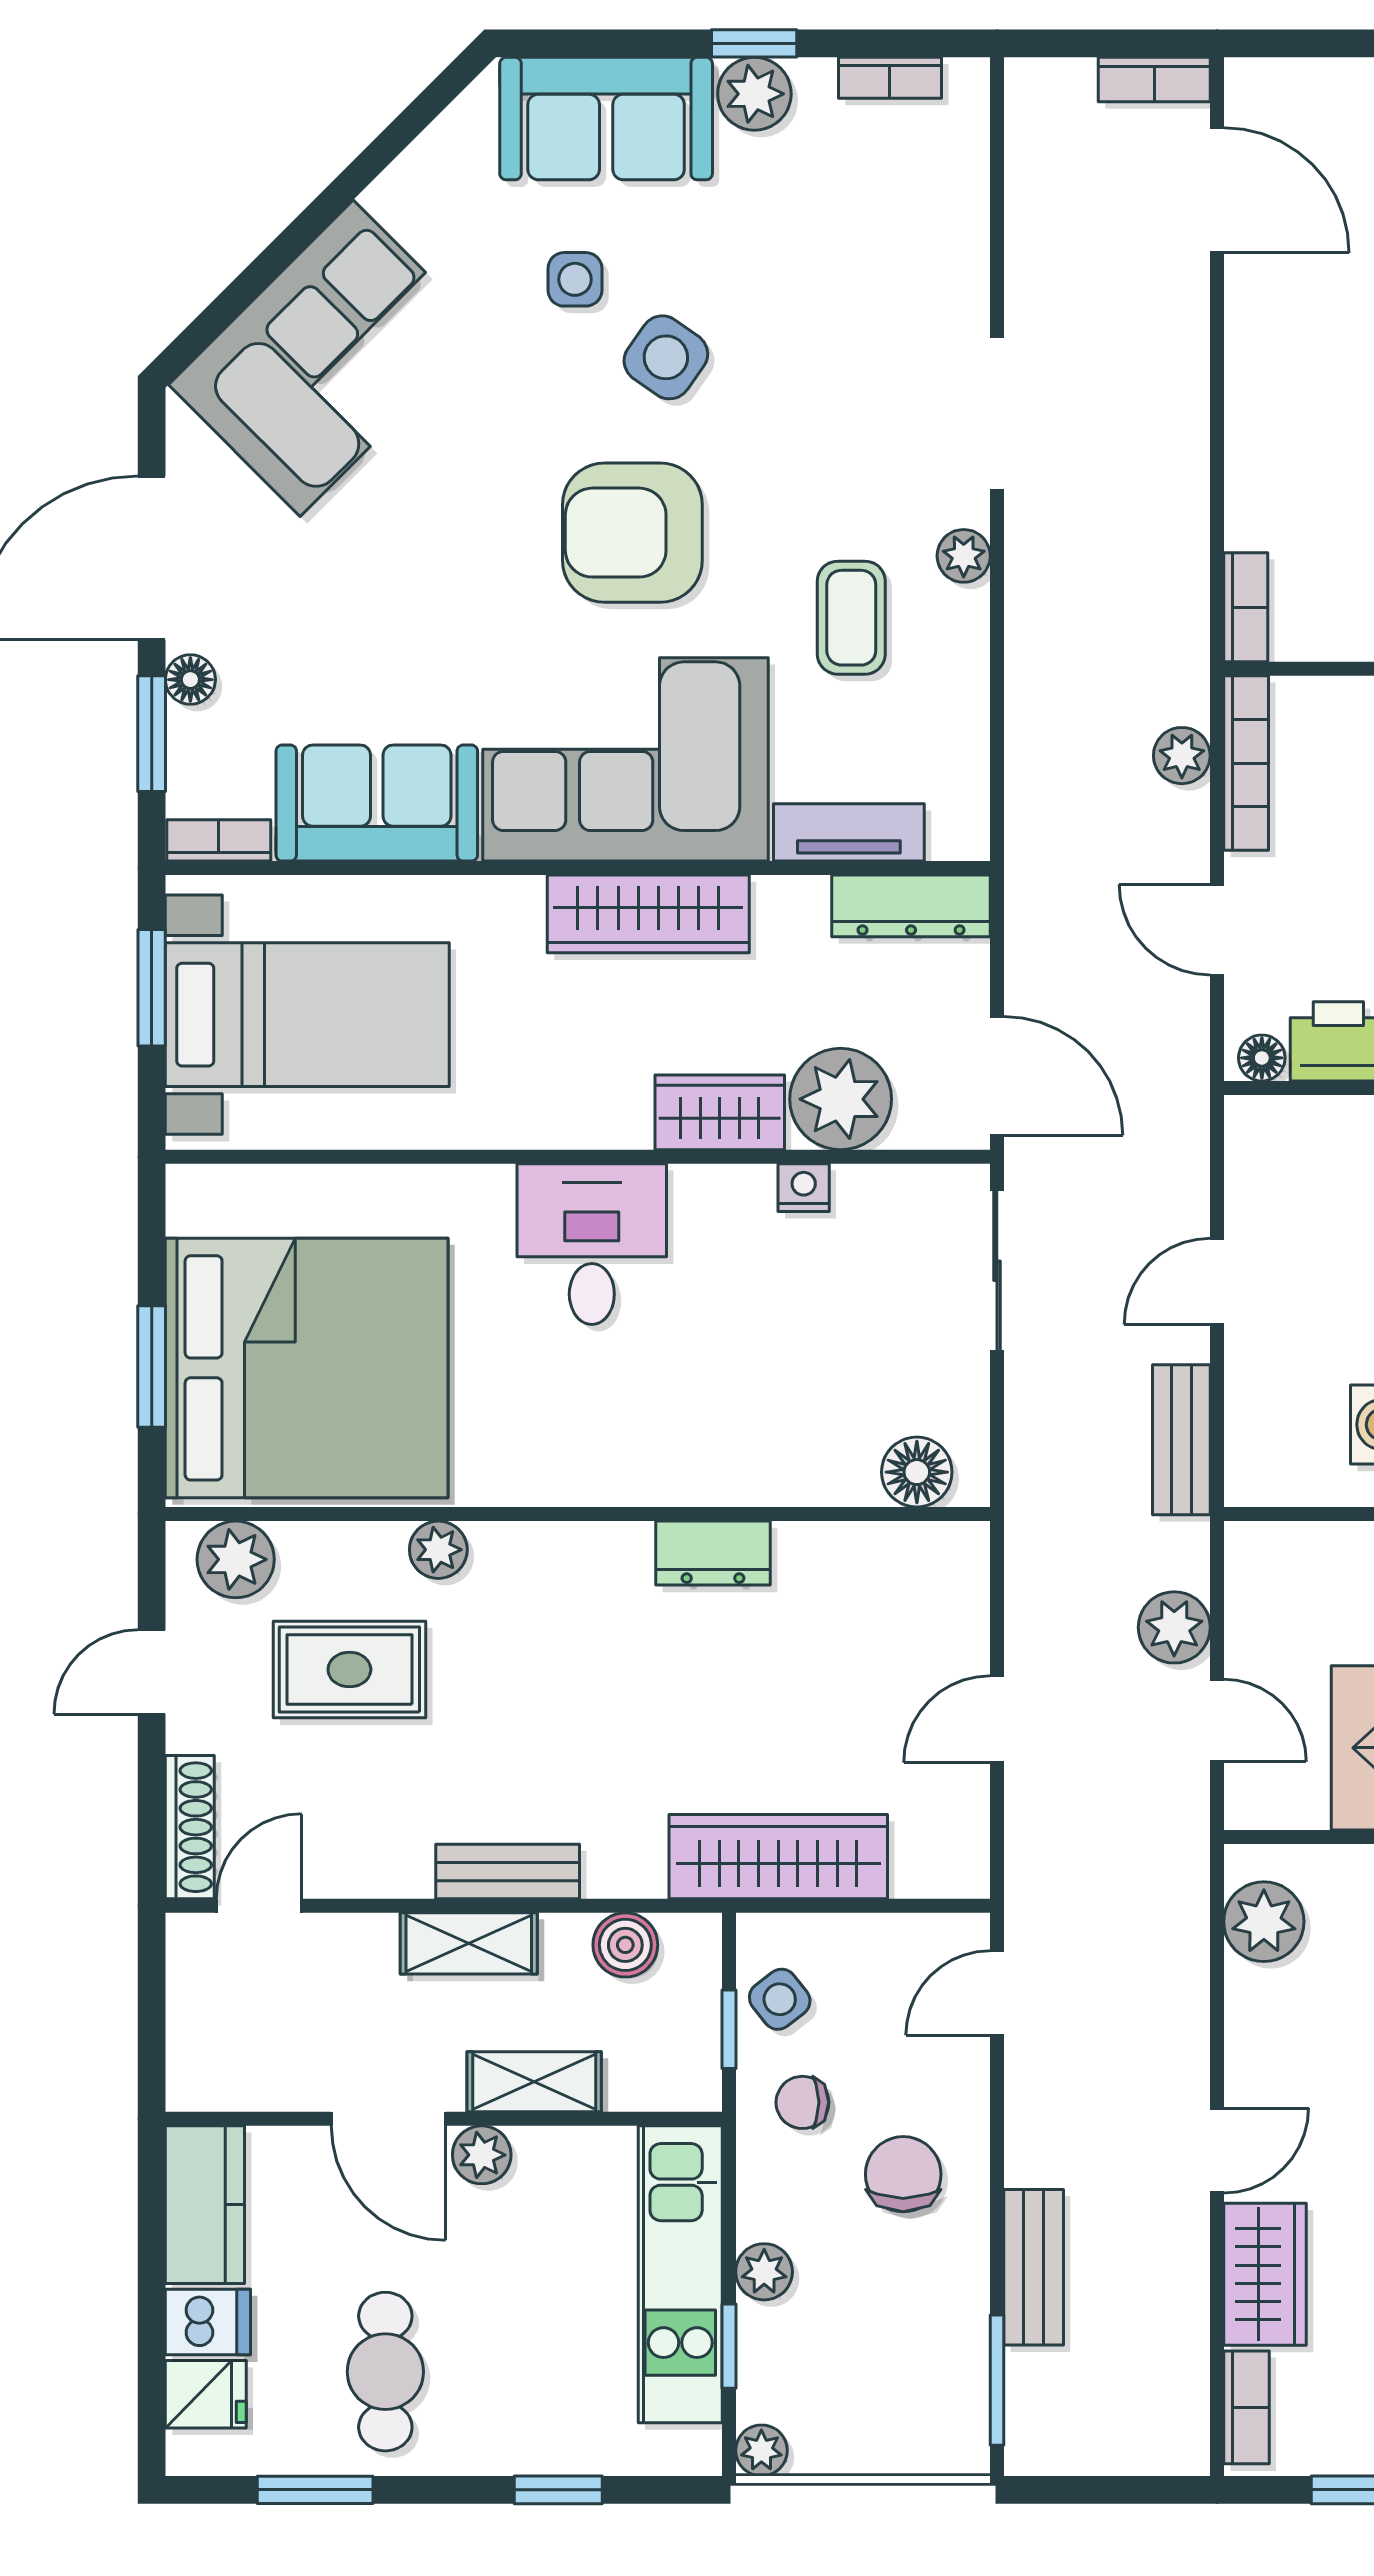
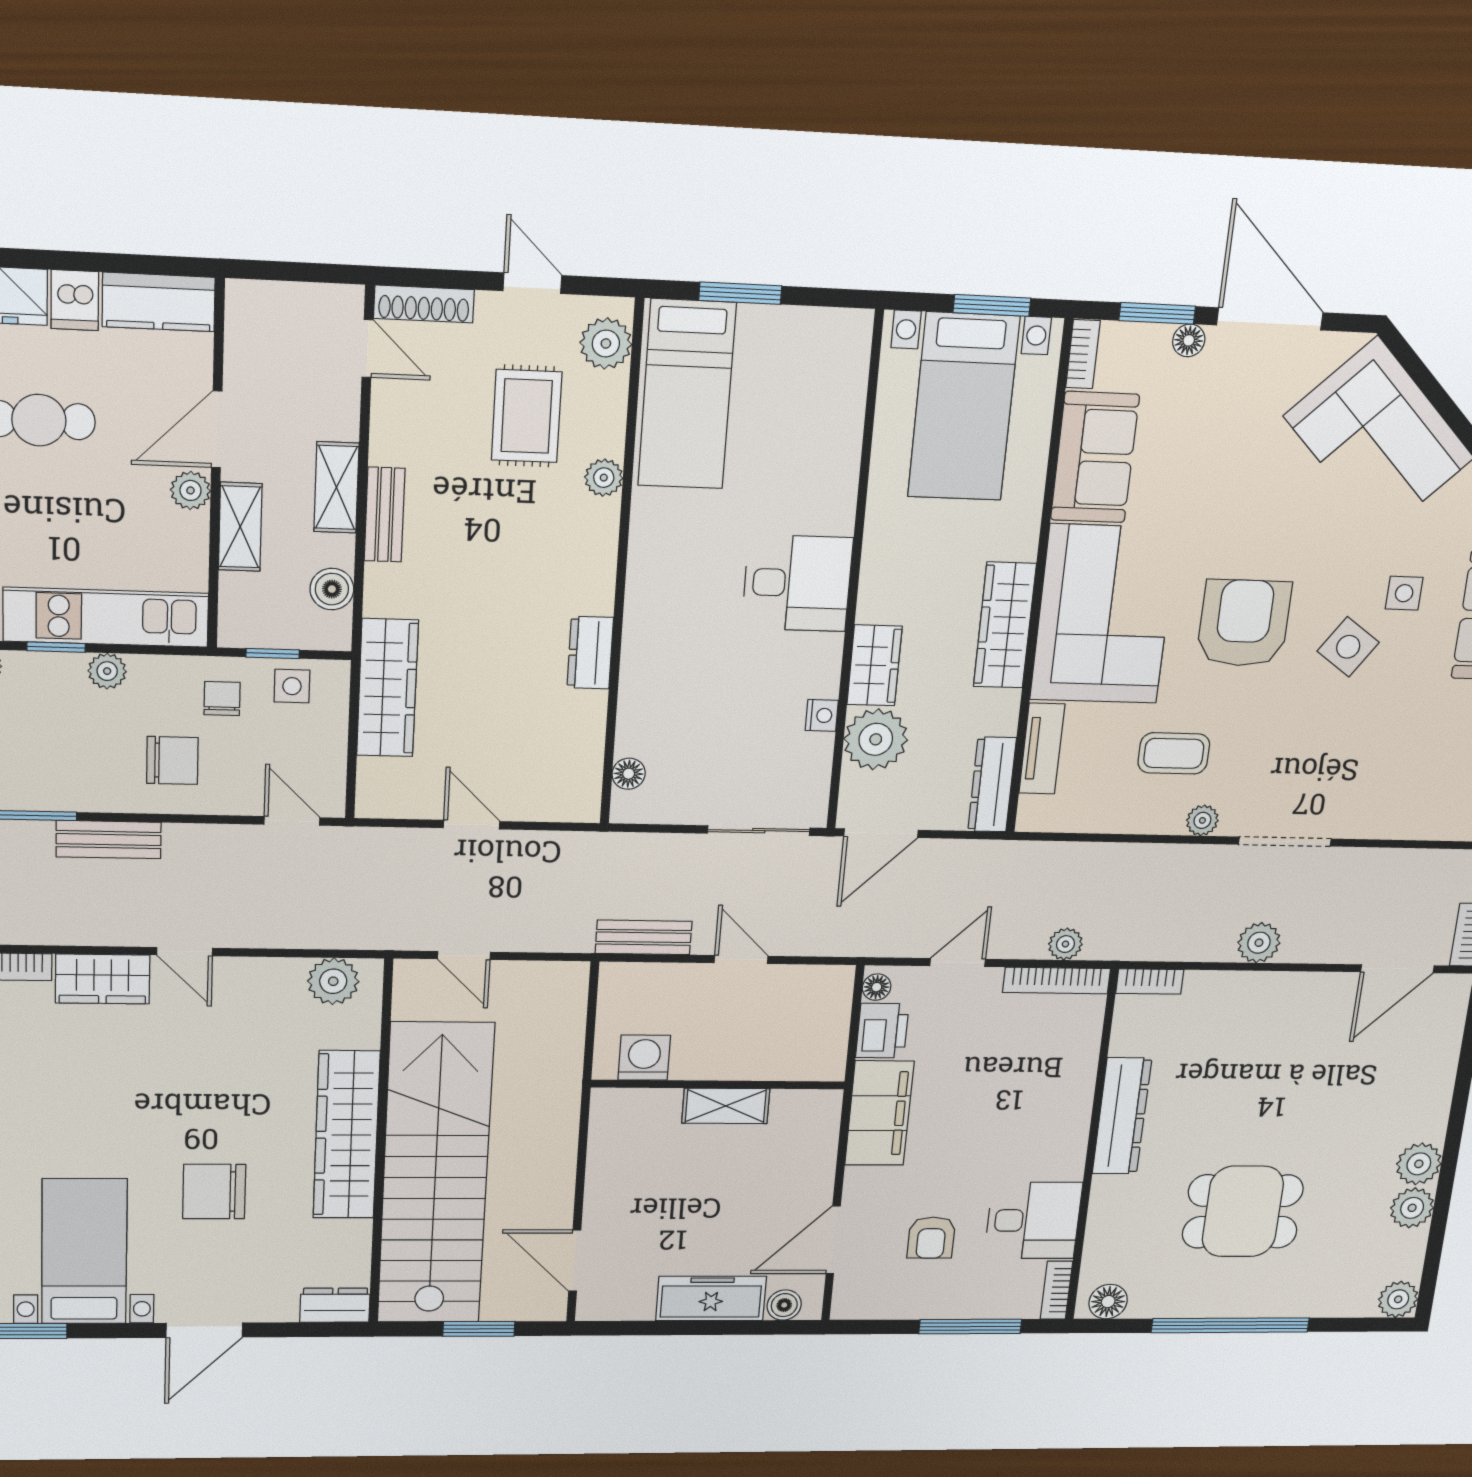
bed: (307, 1368) -> (687, 394), width x0.49
floor lamp: (917, 1472) -> (629, 774), width x0.73, depth x0.73
plant: (1174, 1627) -> (1259, 943), moved
door: (1217, 1720) -> (464, 956), hinge flipped
side table: (780, 1999) -> (292, 686), turned 38

